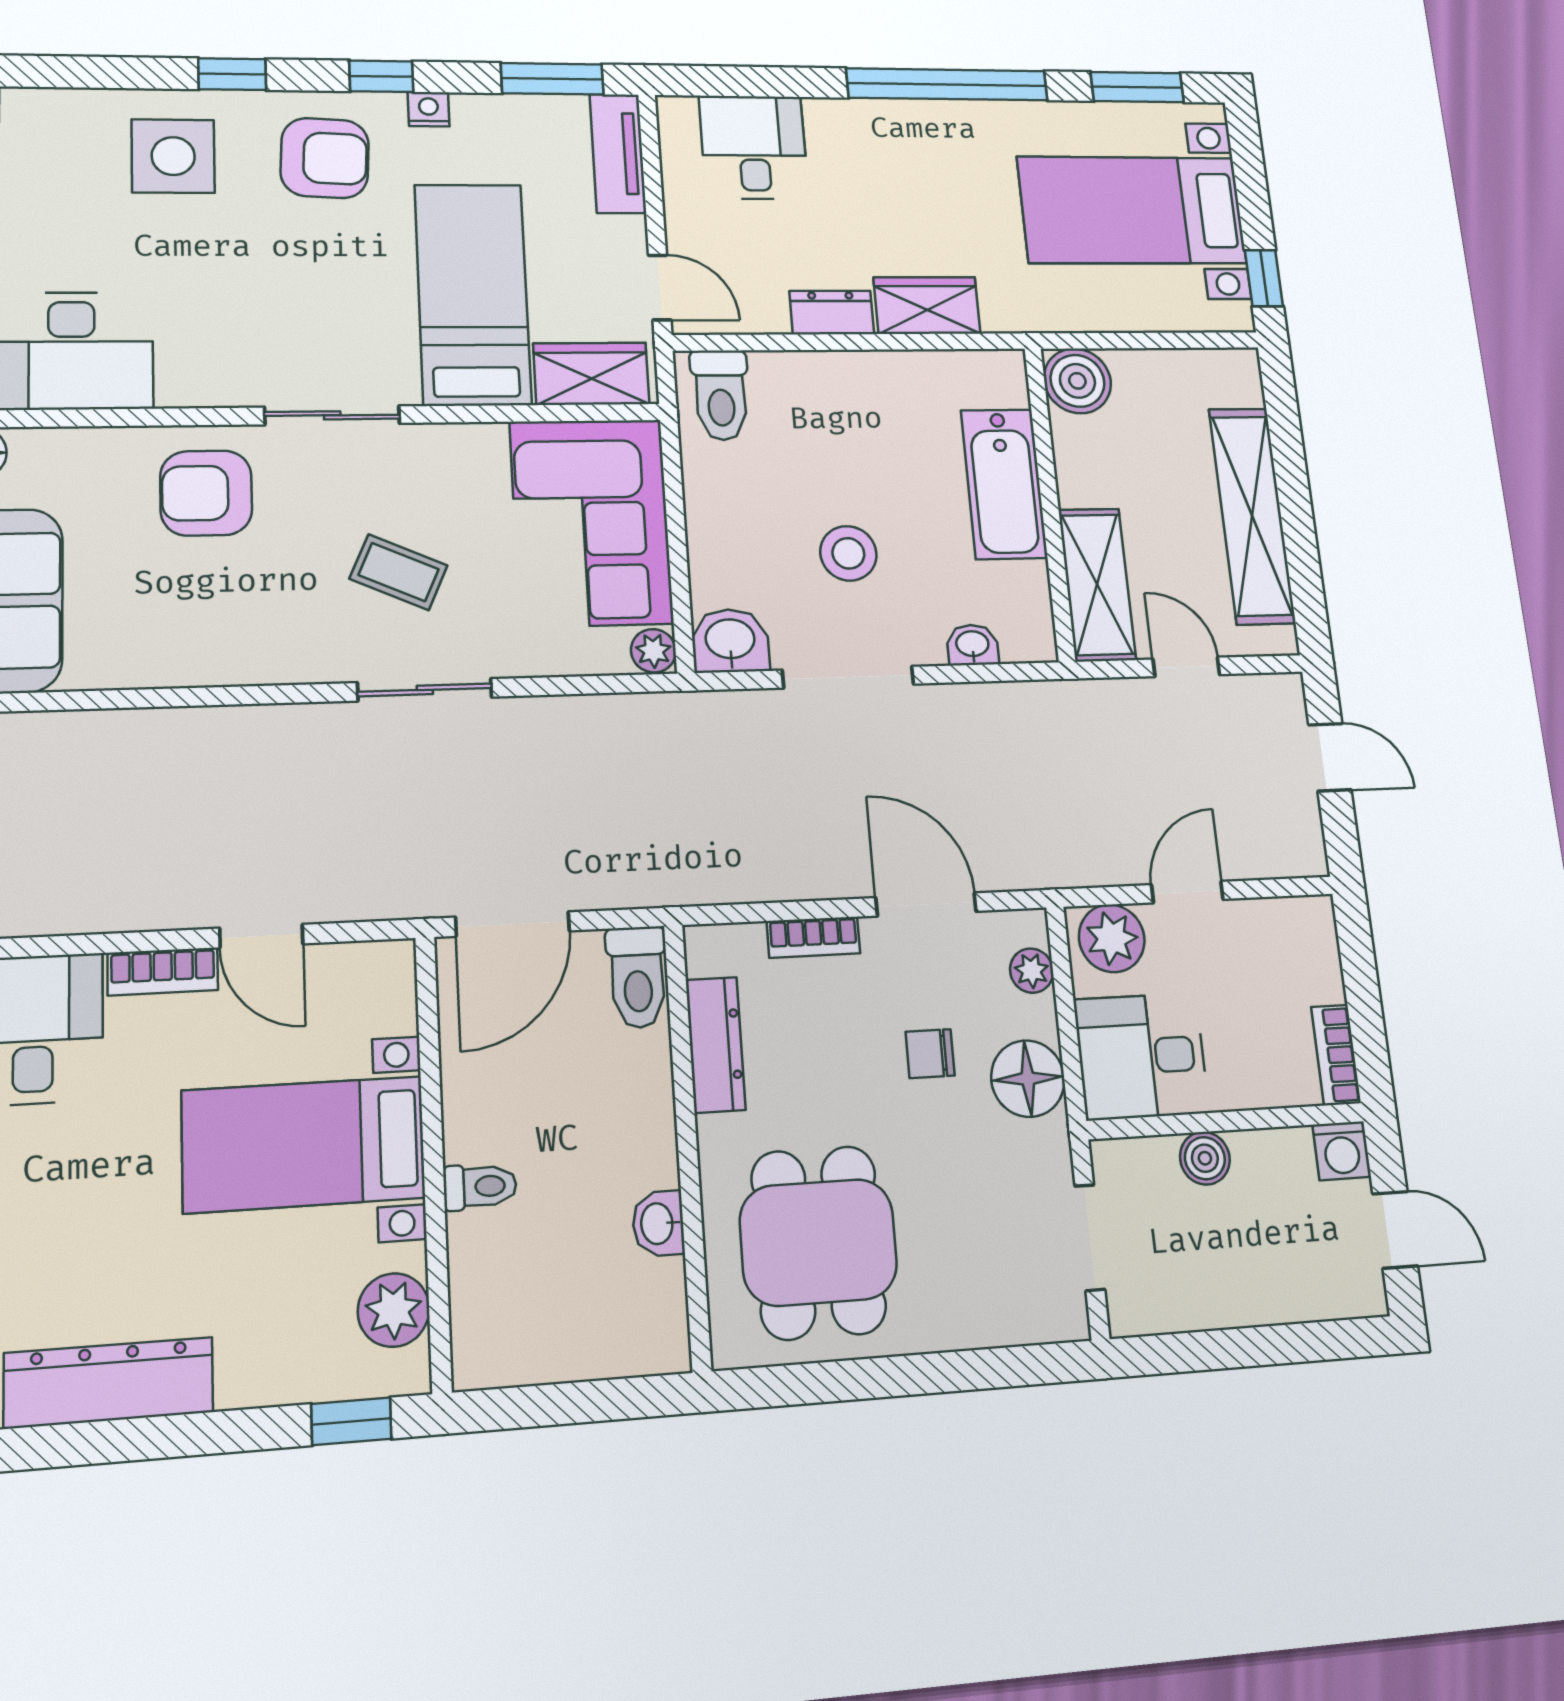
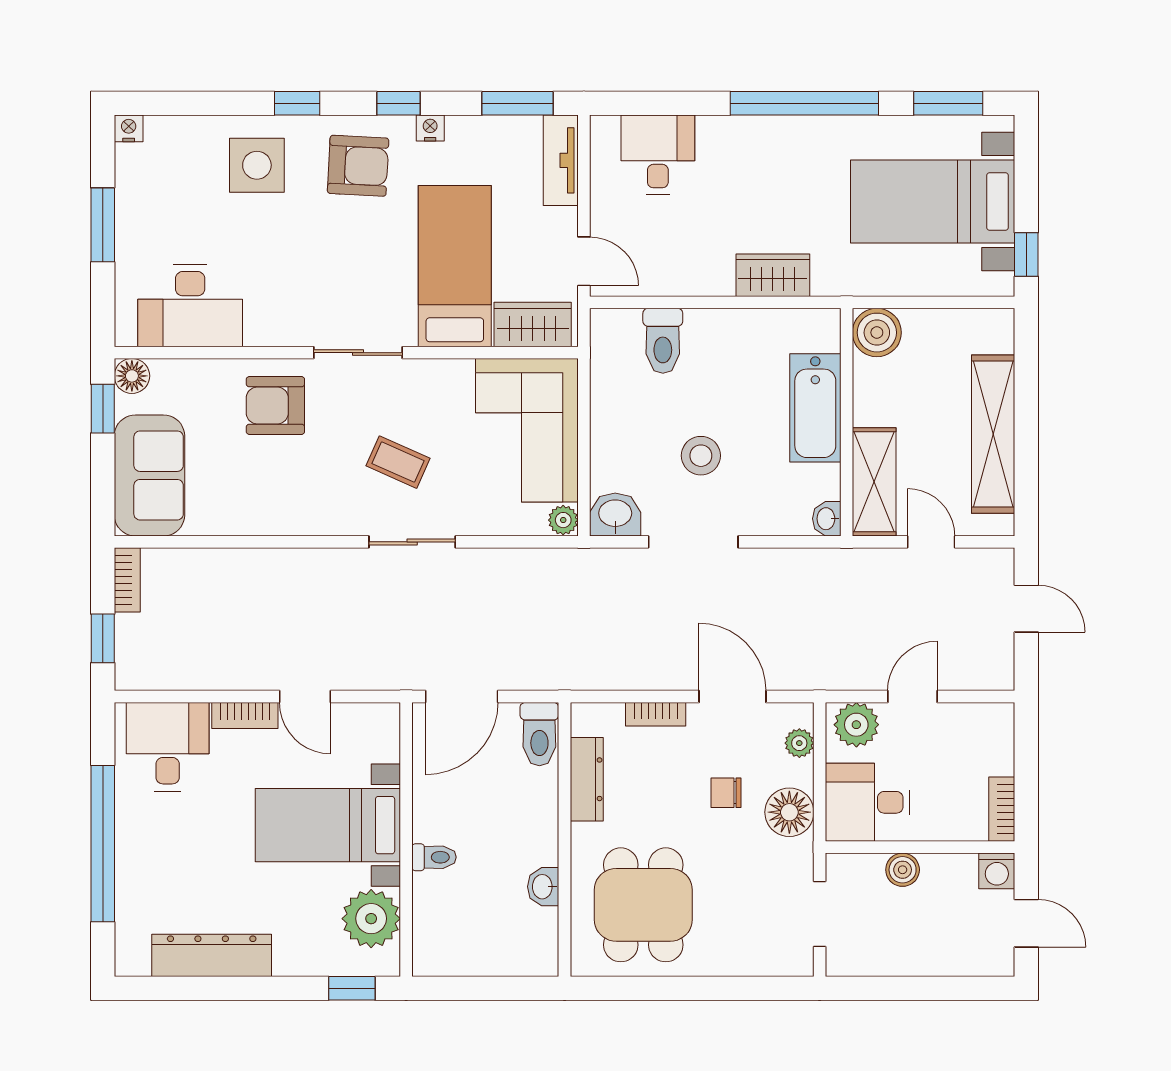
dresser: (832, 312) -> (704, 280), removed
toilet: (721, 395) -> (663, 341), moved
washbasin: (972, 645) -> (827, 519), moved, turned -90
plant: (394, 1310) -> (371, 919), width x1.36, depth x1.36

